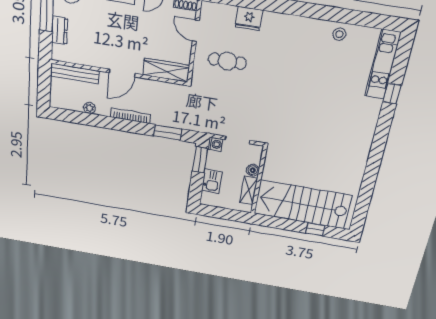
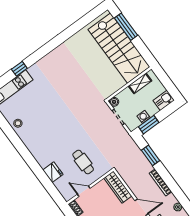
door: (196, 31) -> (84, 191), swing flipped
washing machine: (215, 144) -> (144, 117), moved
boiler: (253, 170) -> (114, 102), moved
kitchen sink: (212, 181) -> (164, 100), moved
window: (315, 229) -> (126, 27), width x2.17

